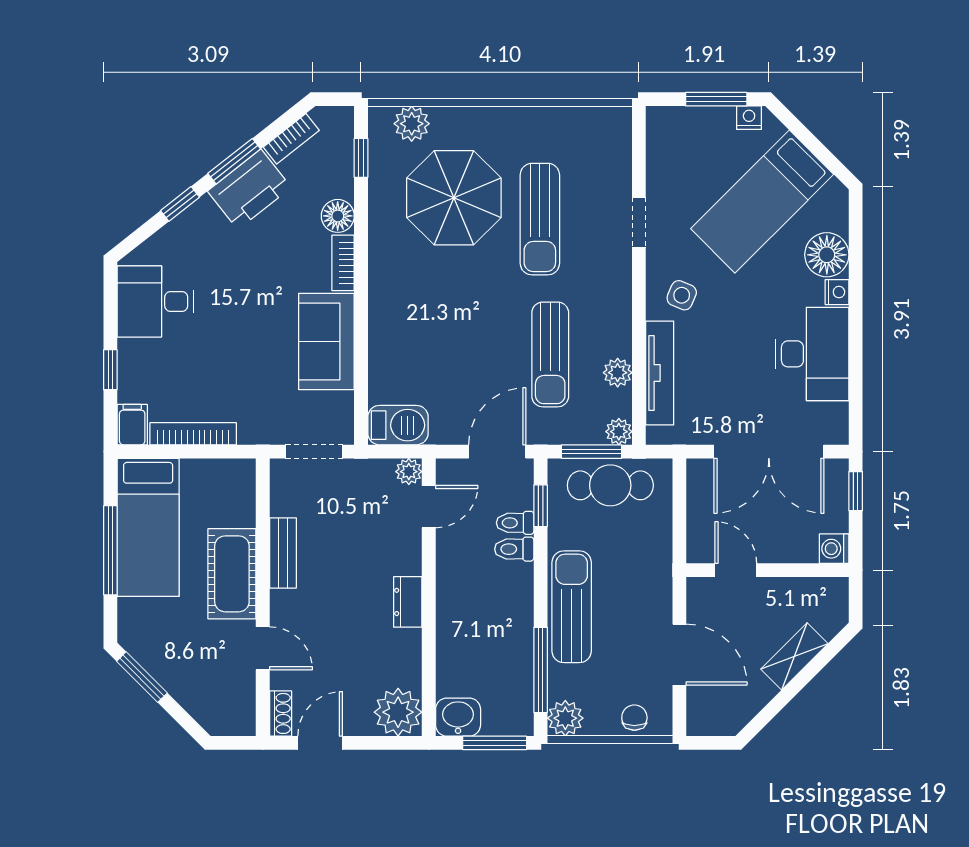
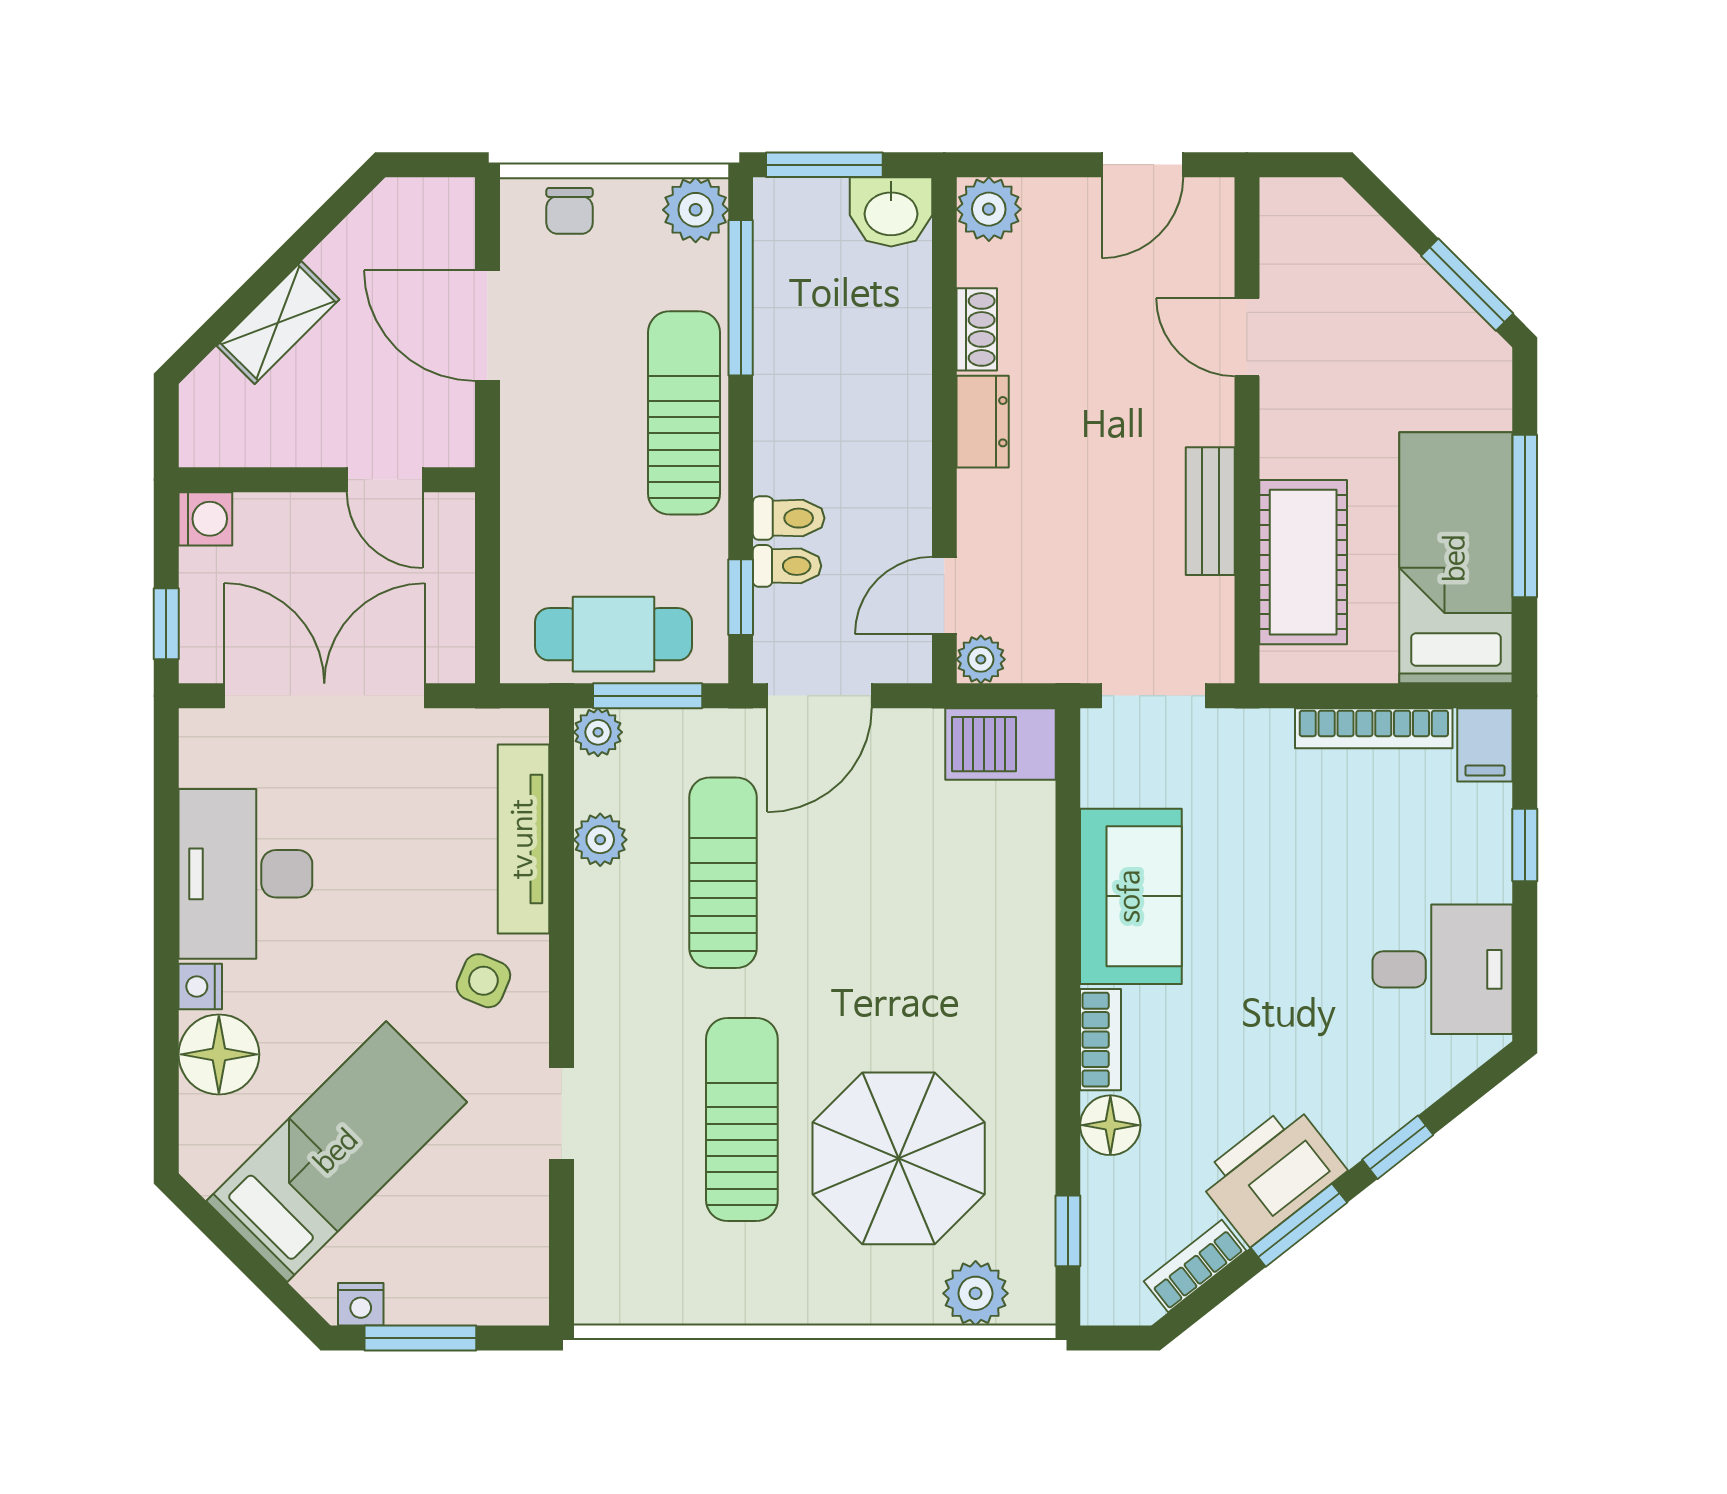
cot: (232, 574) -> (1303, 562), moved
sun lounger: (572, 607) -> (684, 413), turned 180
plant: (398, 712) -> (989, 209), width x0.73, depth x0.73
shoe rack: (281, 713) -> (977, 329), moved, turned 180

